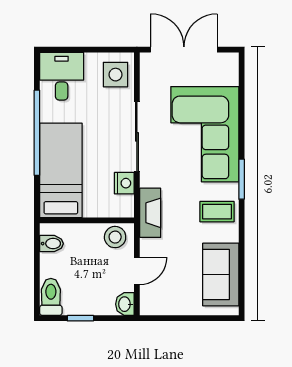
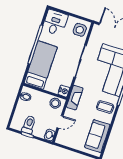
nightstand: (124, 183) -> (64, 91), moved
toilet: (51, 297) -> (29, 125), moved

